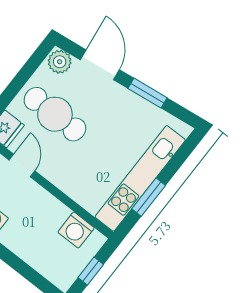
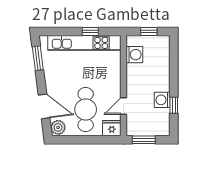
door: (100, 65) -> (44, 106), swing flipped
window: (147, 93) -> (38, 58), moved
window: (149, 197) -> (90, 32), width x0.67

